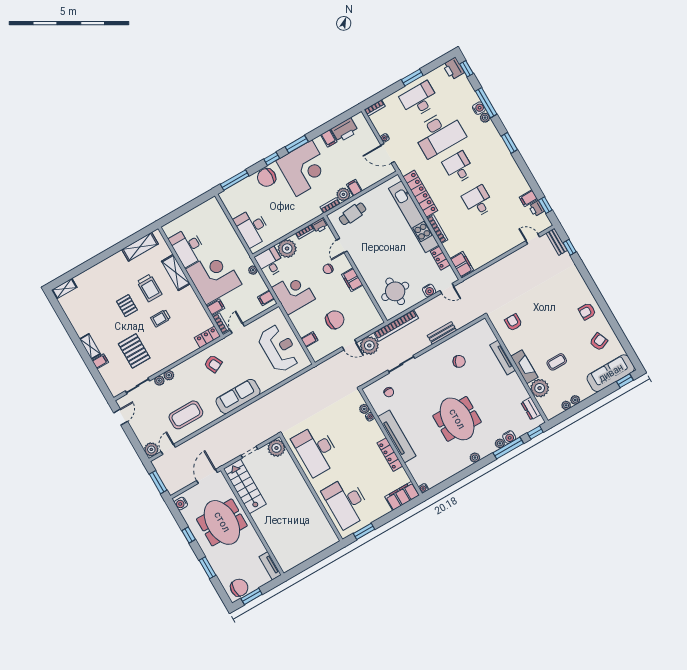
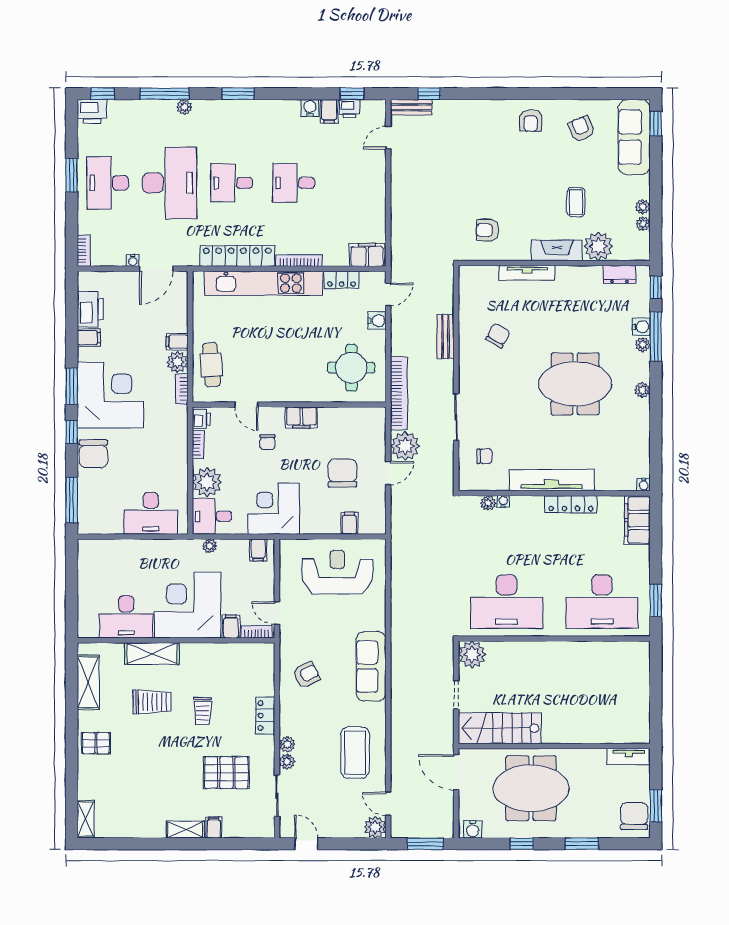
water cooler: (479, 108) -> (310, 108), moved
pallet: (127, 306) -> (96, 743), moved
locker: (207, 337) -> (265, 715), moved

